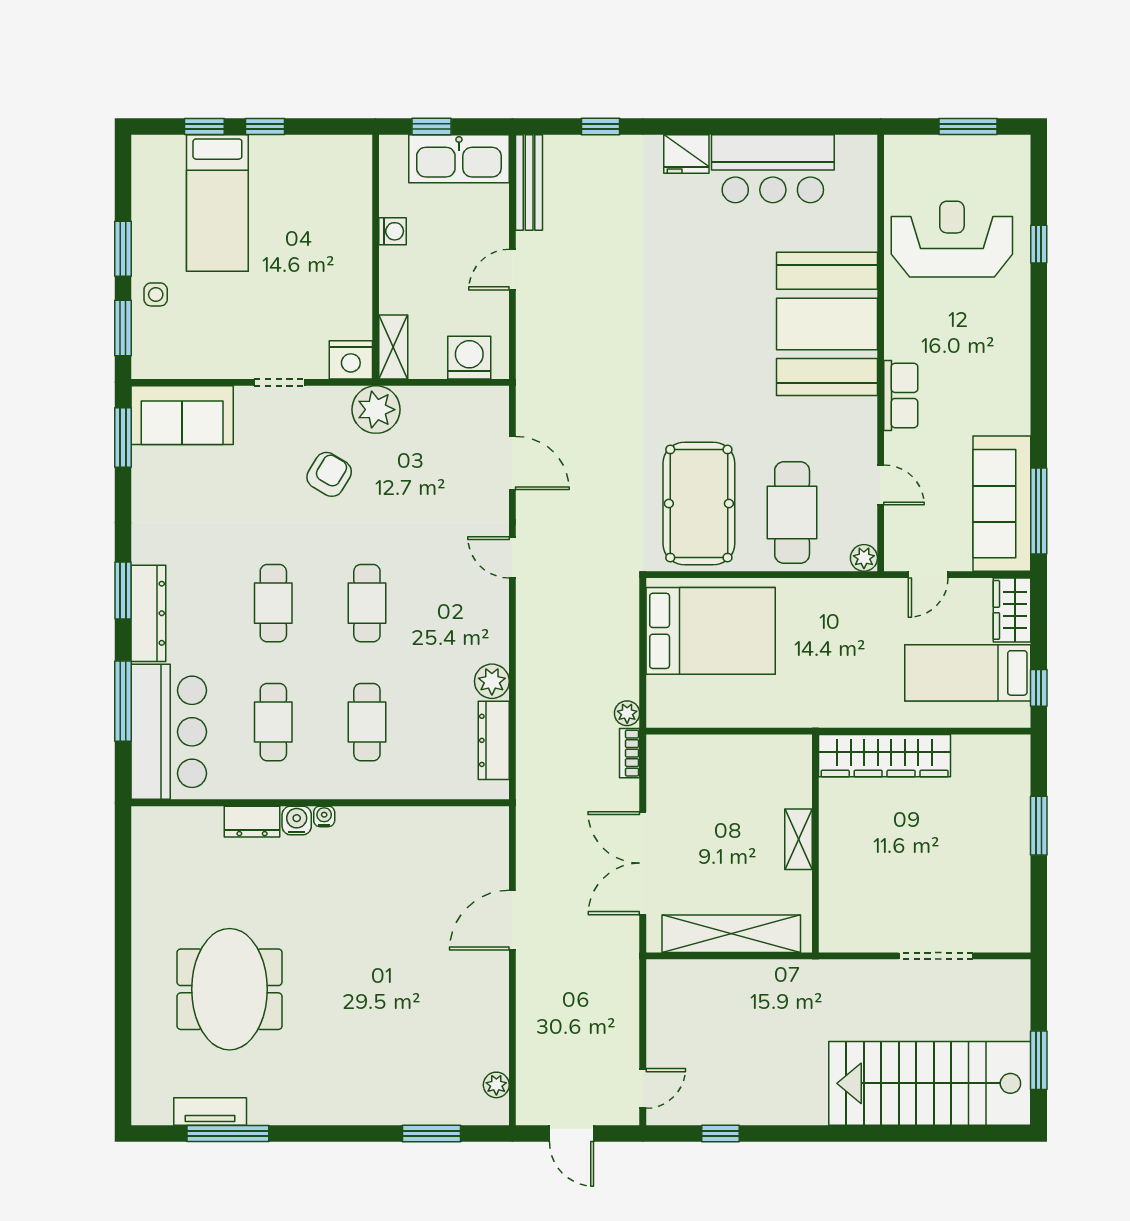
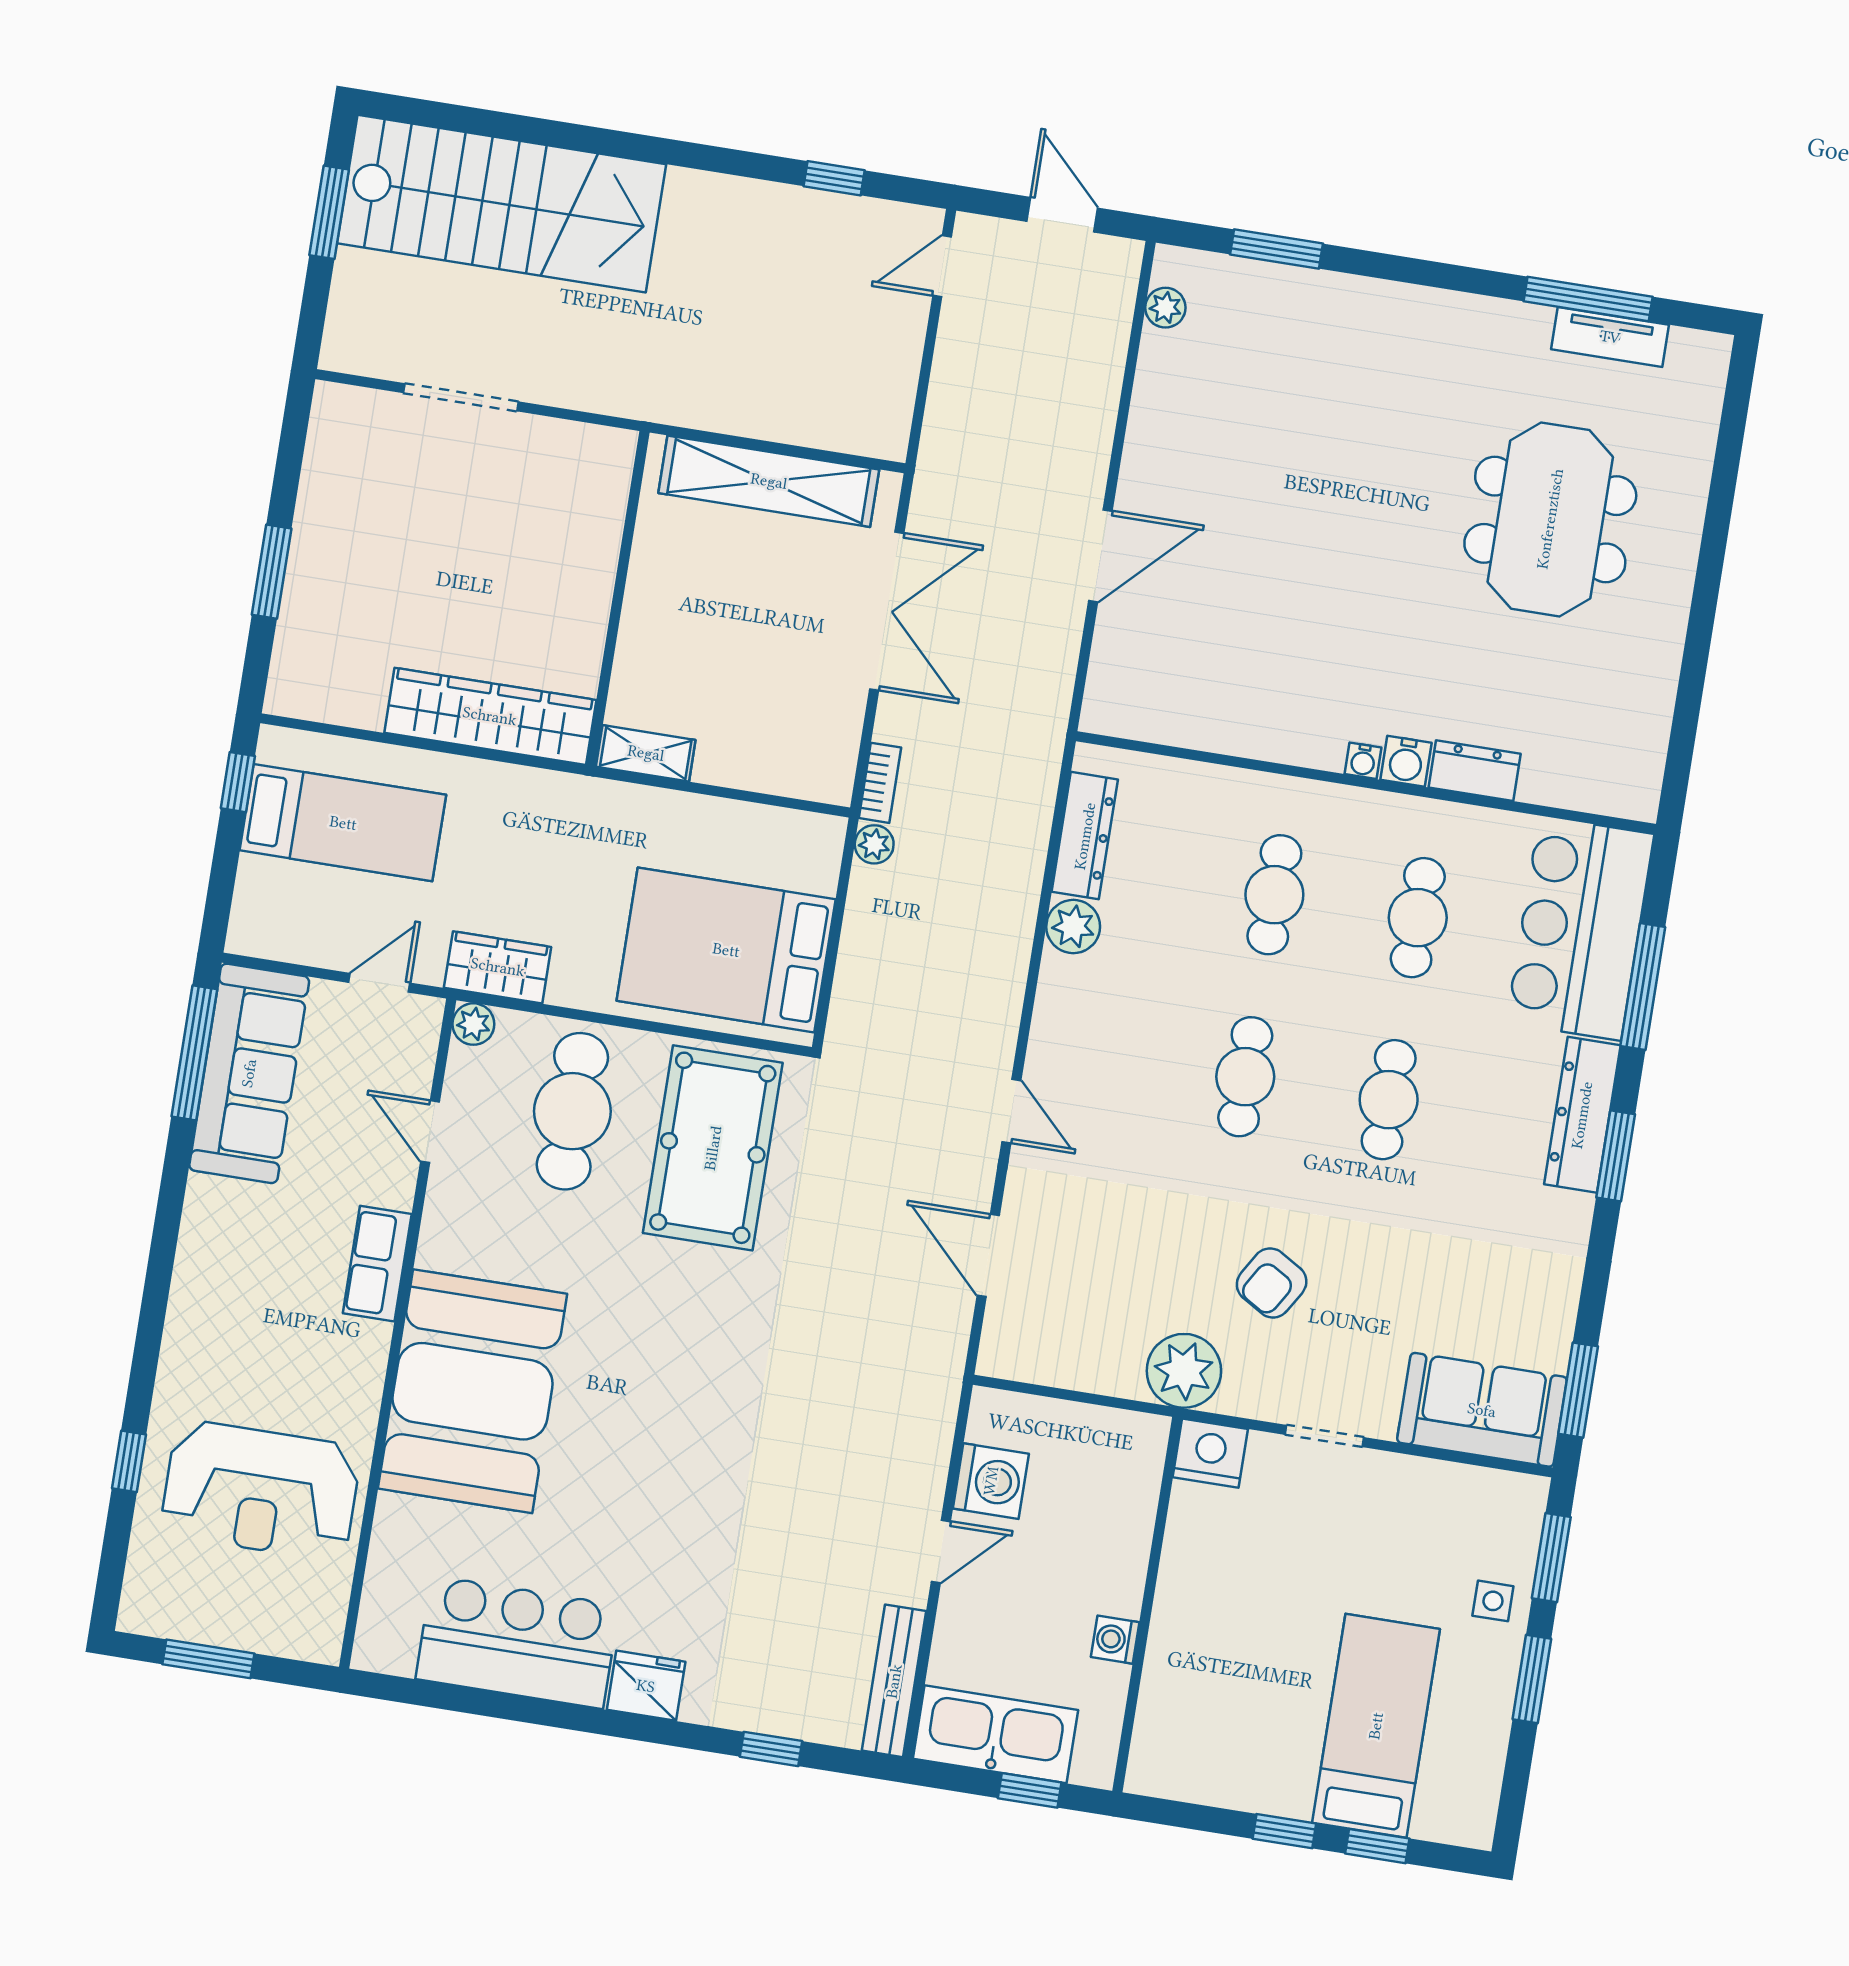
shelving: (393, 347) -> (1142, 1462), removed
washing machine: (469, 358) -> (991, 1481), moved, turned -90
wardrobe: (1012, 610) -> (498, 967), moved, turned -90
shelving: (799, 839) -> (646, 753), moved, turned 90

